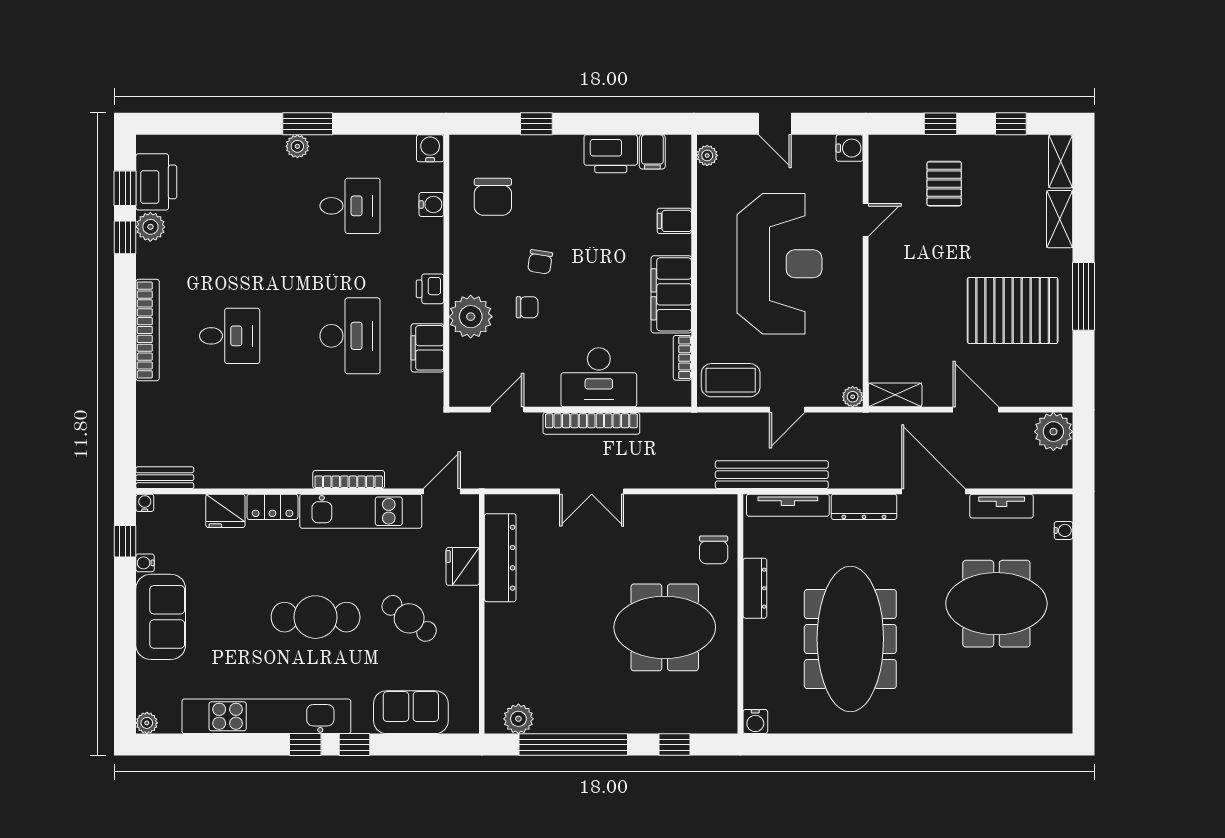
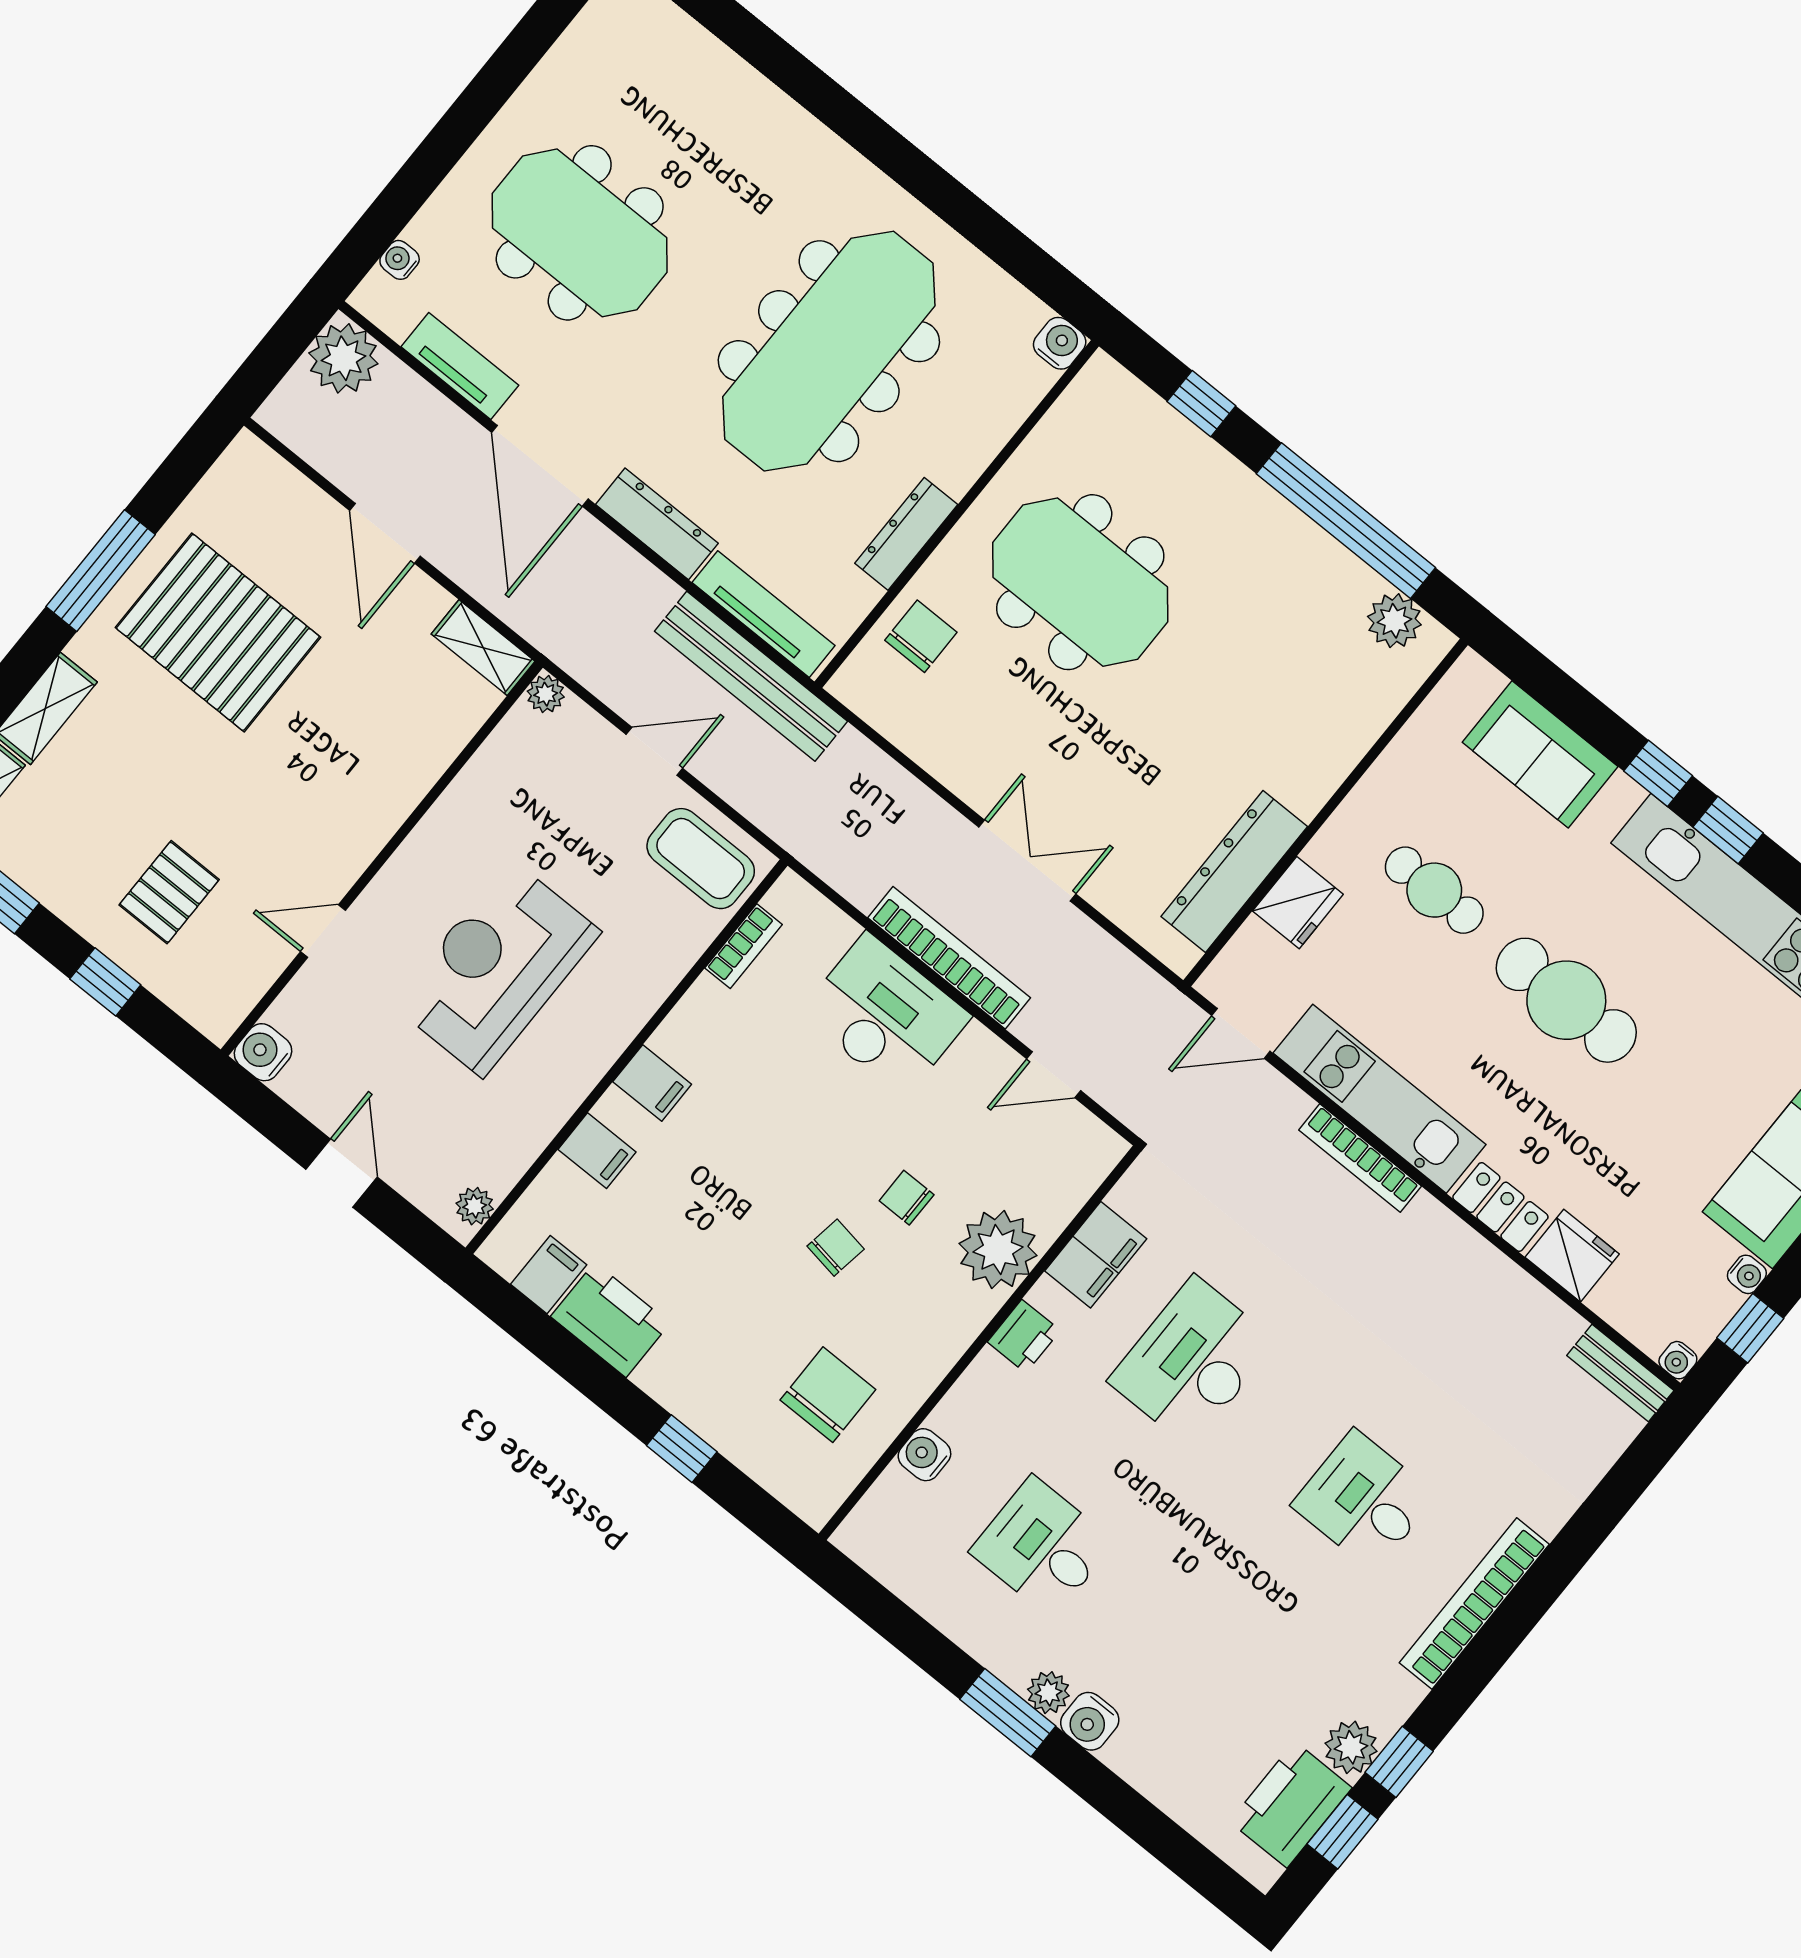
water cooler: (430, 148) -> (1090, 1721), moved
reception desk: (780, 264) -> (496, 968), width x0.74, depth x0.77
filing cabinet: (671, 294) -> (652, 1083), width x0.33, depth x0.86
plant: (1053, 432) -> (343, 358), moved
cafe table: (409, 618) -> (1434, 890), turned -37

